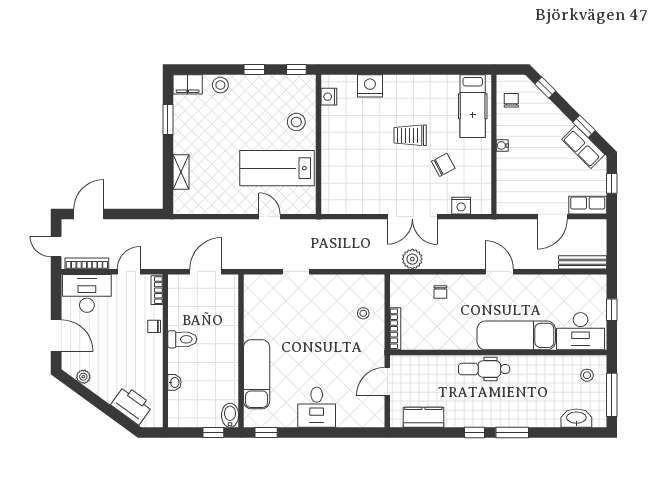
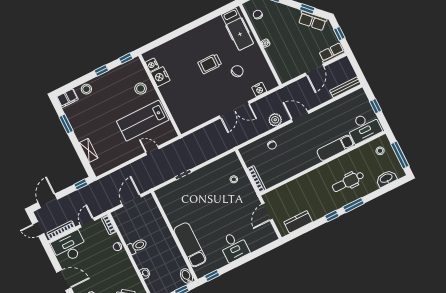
nightstand: (370, 86) -> (160, 77), moved, turned -90
window: (146, 214) -> (81, 184), added
plant: (412, 259) -> (275, 120), moved
exam couch: (516, 335) -> (335, 148), width x0.73, depth x0.69
dental chair: (484, 369) -> (348, 182), moved

